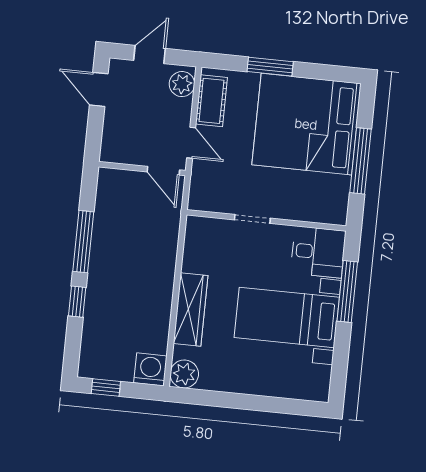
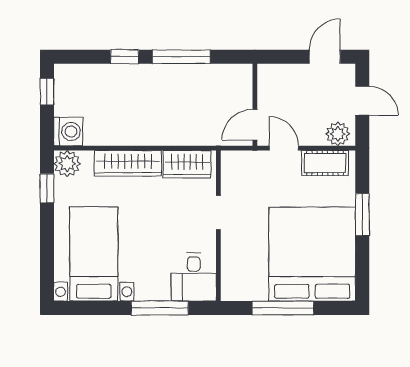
door: (191, 143) -> (284, 148), swing flipped
wardrobe: (198, 247) -> (187, 164), added
bed with nightstands: (287, 317) -> (94, 254), moved
window: (208, 398) -> (47, 188), added

